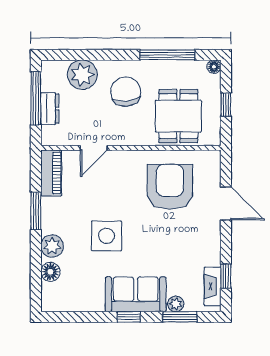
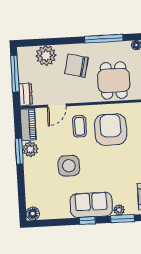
chair: (126, 92) -> (76, 66), turned -72
dresser: (50, 109) -> (26, 94), moved
coffee table: (125, 180) -> (80, 126), added
plant: (52, 246) -> (30, 149), moved
floor lamp: (50, 272) -> (33, 214), moved

